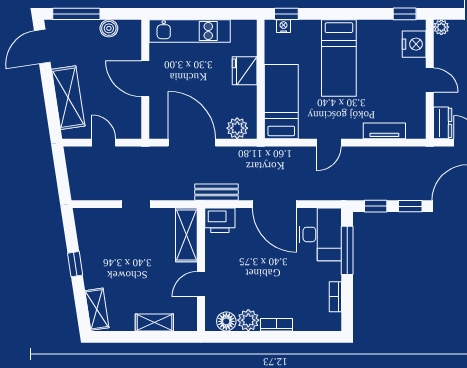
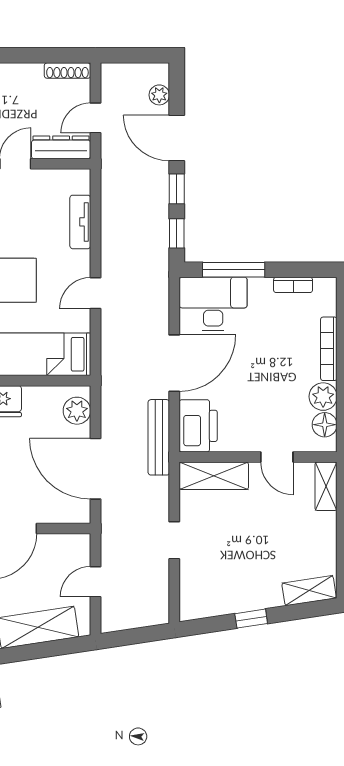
dresser: (443, 123) -> (61, 147), width x1.44
door: (192, 143) -> (95, 469), hinge flipped
door: (329, 143) -> (95, 293), swing flipped
bench: (216, 192) -> (159, 437), width x1.36
printer: (220, 220) -> (198, 426), width x1.37, depth x1.19
shelving: (154, 322) -> (326, 486), moved
bookcase: (277, 325) -> (329, 349), width x1.56

